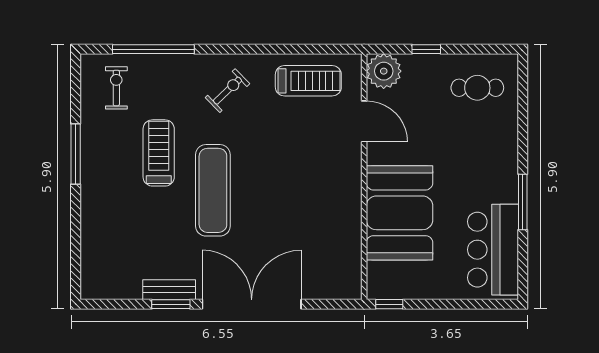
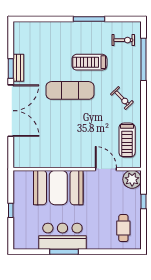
door: (364, 121) -> (106, 169), swing flipped
treadmill: (159, 153) -> (89, 62), turned 180
bar counter: (493, 250) -> (62, 236), moved
window: (389, 304) -> (11, 210), moved

